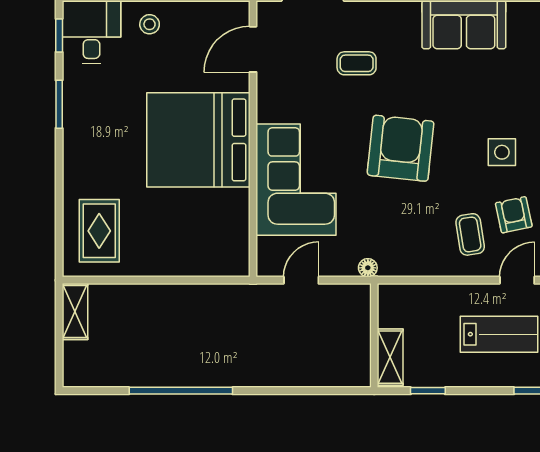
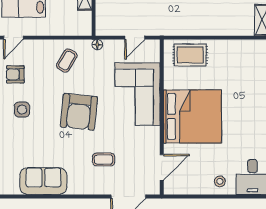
armchair: (514, 215) -> (15, 74), turned 102
rug: (99, 231) -> (190, 55), moved, turned 90
coffee table: (470, 234) -> (67, 61), moved, turned 40

